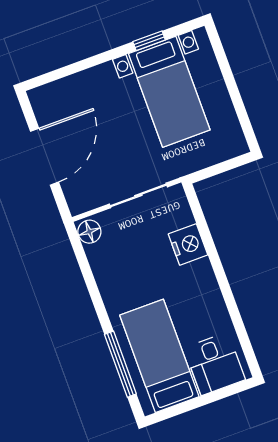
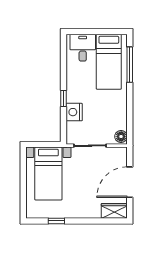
bed with nightstands: (169, 92) -> (48, 174), moved, turned 180
wardrobe: (53, 96) -> (114, 211), added
window: (215, 262) -> (64, 99), added

